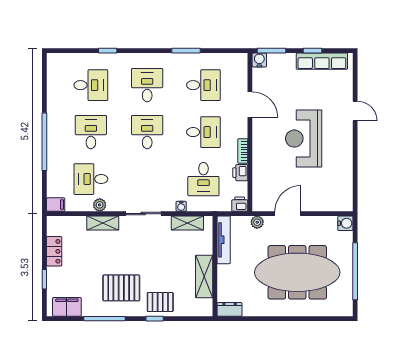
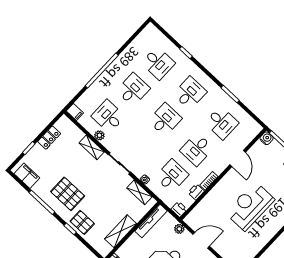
desk: (203, 132) -> (197, 149), turned 90
desk: (203, 179) -> (172, 176), turned 180

